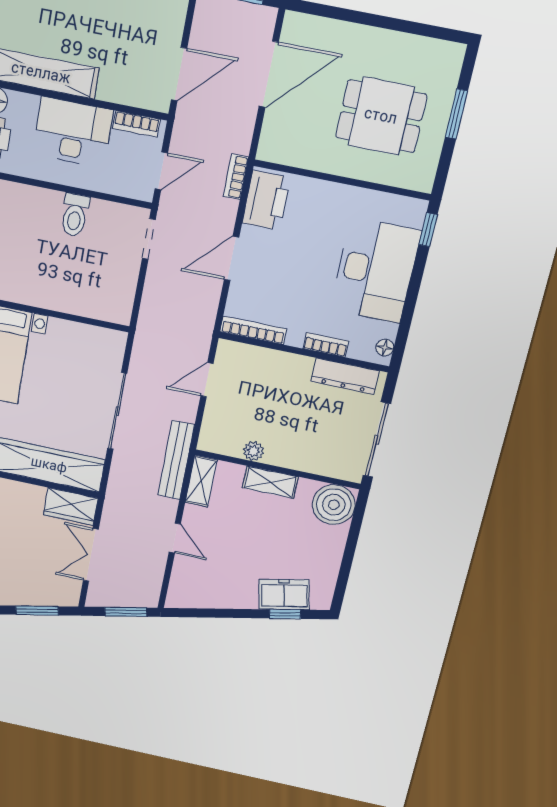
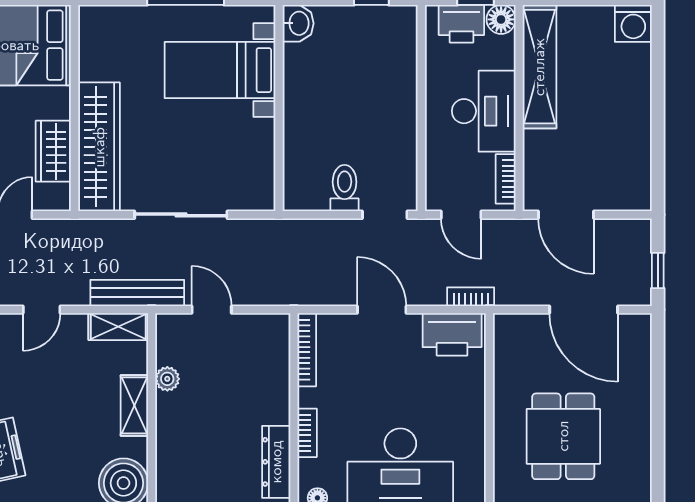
toilet: (75, 215) -> (345, 188), moved, turned 90
door: (207, 380) -> (212, 310), moved
wardrobe: (71, 507) -> (53, 151), moved

